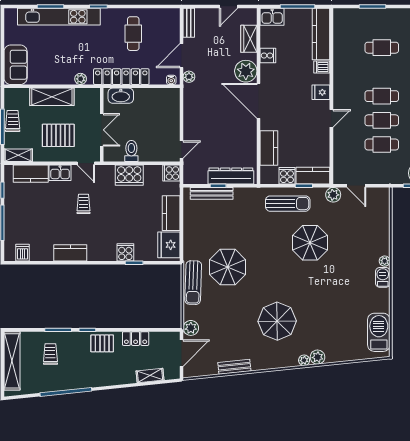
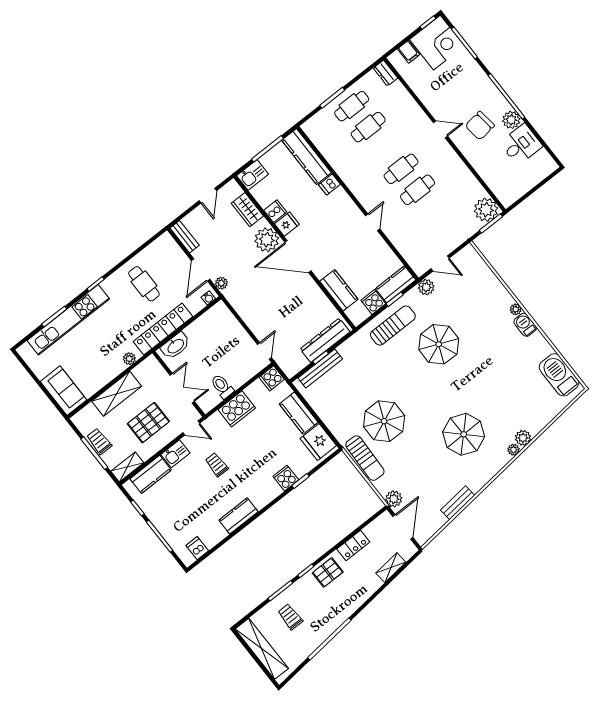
fridge: (321, 92) -> (287, 224), moved, turned 180
cafe table: (382, 145) -> (352, 106), moved

